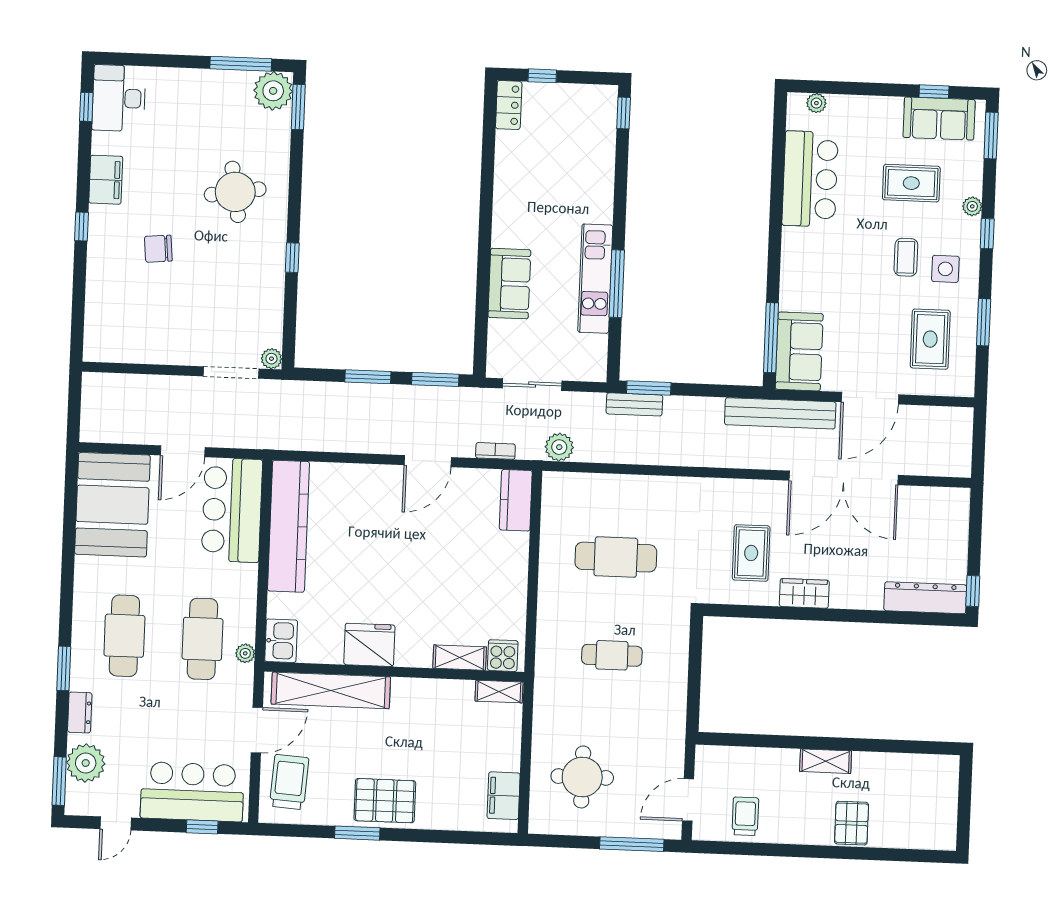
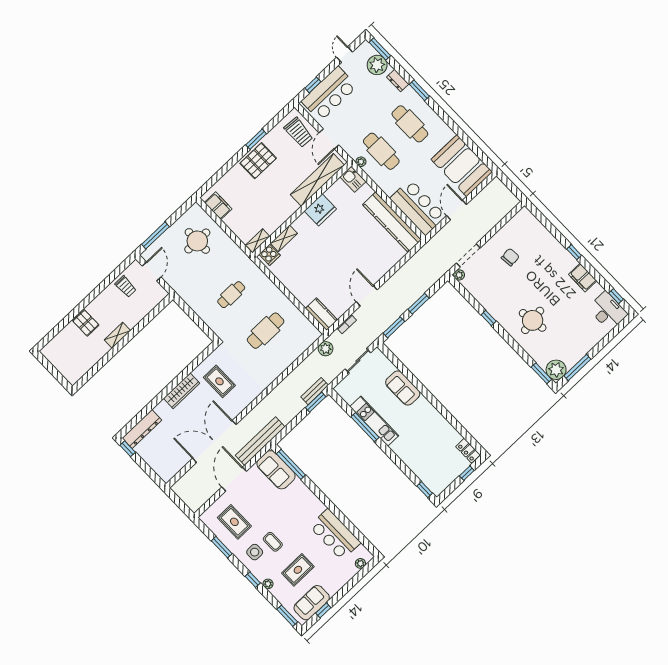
chair: (158, 249) -> (510, 257), moved
wardrobe: (804, 593) -> (182, 391), width x1.50

